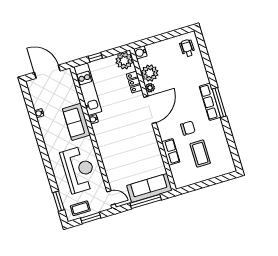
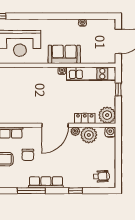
window: (209, 70) -> (76, 191), added
window: (219, 103) -> (31, 191), moved
door: (150, 110) -> (55, 125), hinge flipped

